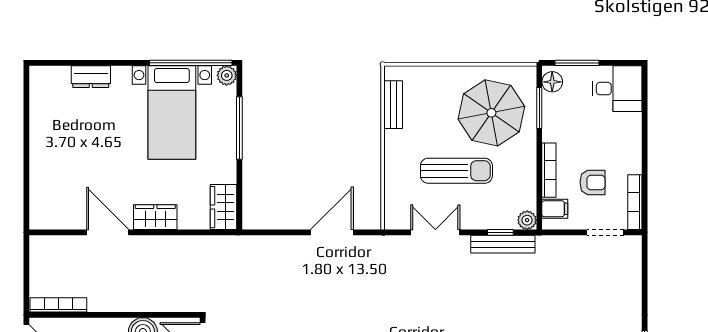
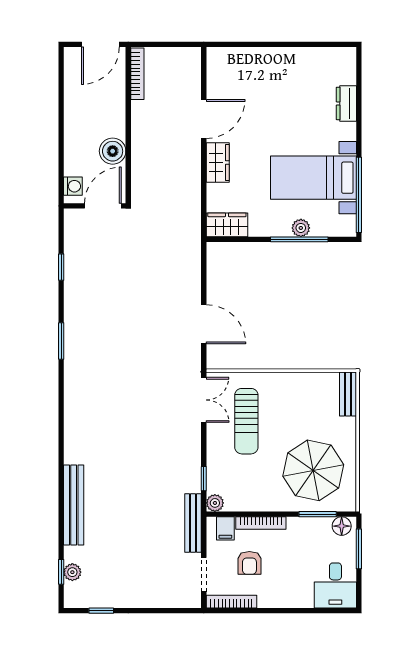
plant: (227, 75) -> (301, 228), moved
bench: (393, 105) -> (348, 394), moved, turned 90
sun lounger: (456, 171) -> (246, 421), moved
double door: (435, 232) -> (204, 400), moved
bench: (503, 244) -> (193, 523), moved

